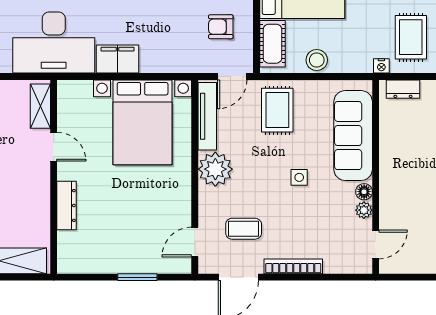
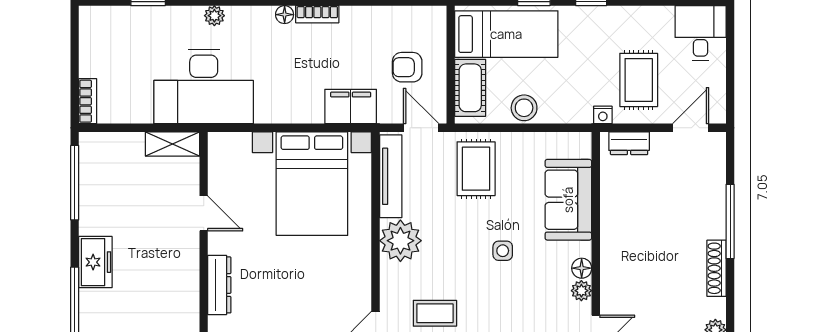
filing cabinet: (118, 59) -> (351, 107), moved
door: (232, 76) -> (421, 128), swing flipped
shelving: (40, 106) -> (172, 144), moved, turned 90
sofa: (353, 136) -> (568, 200), width x0.73

